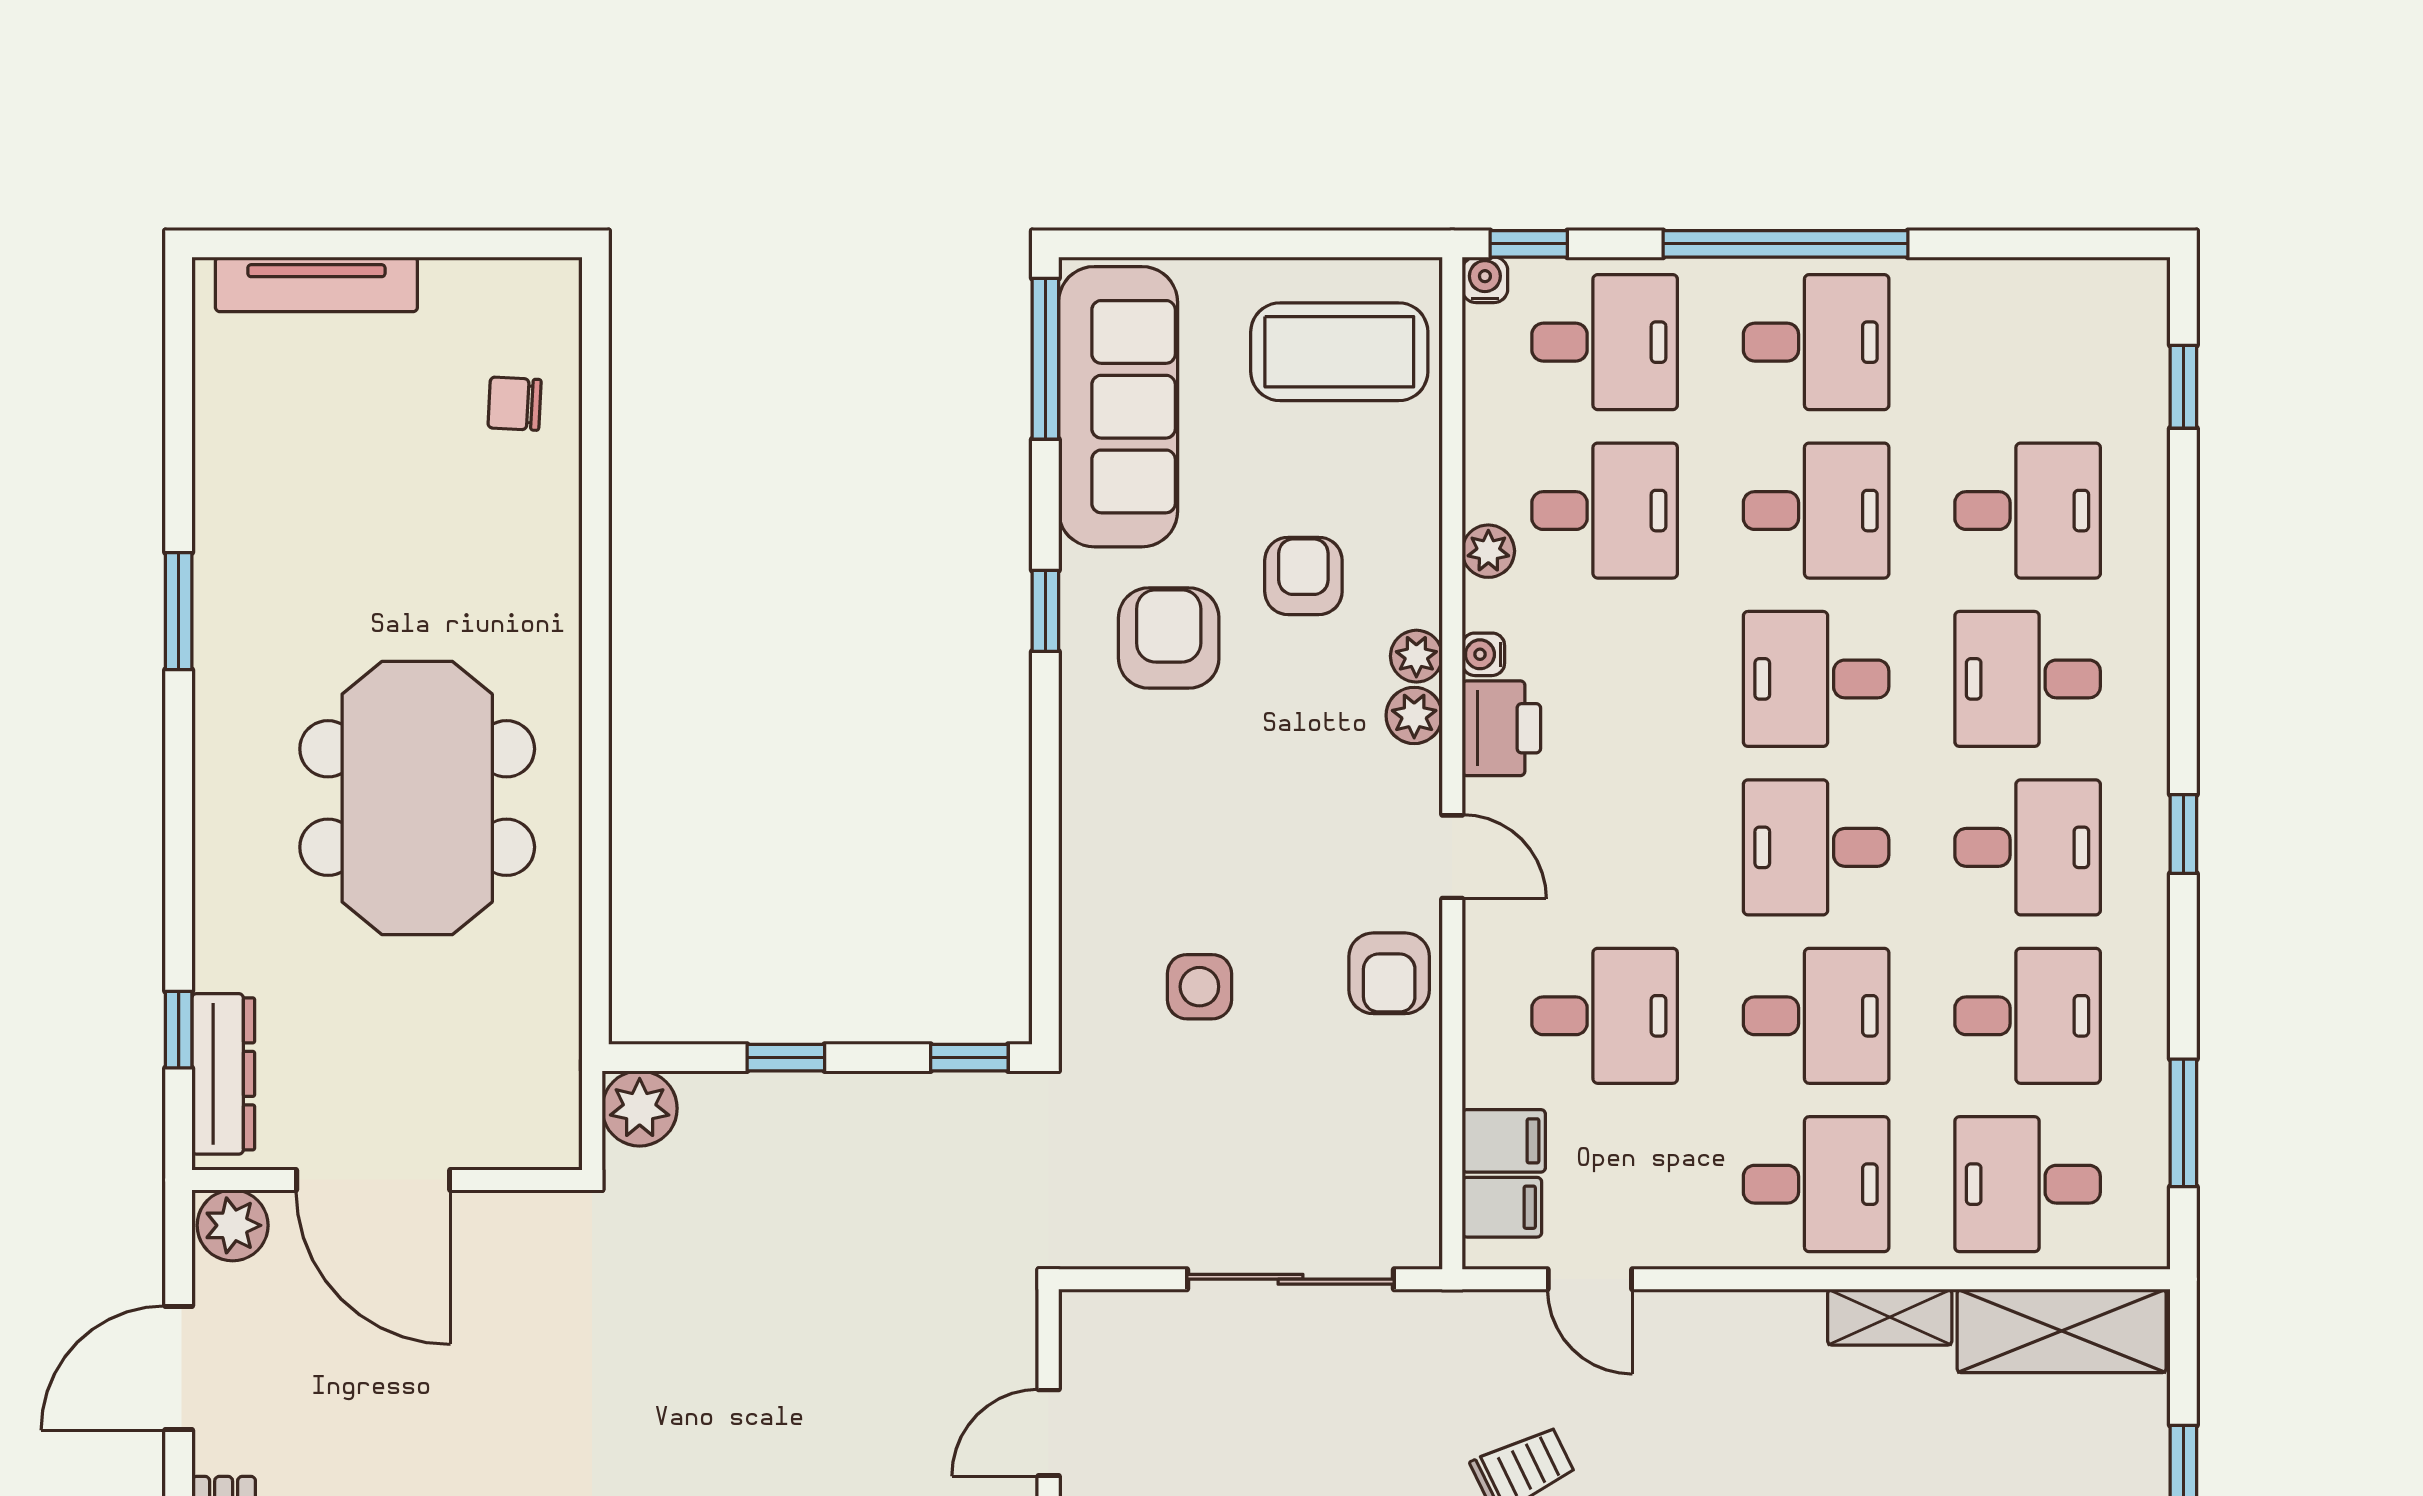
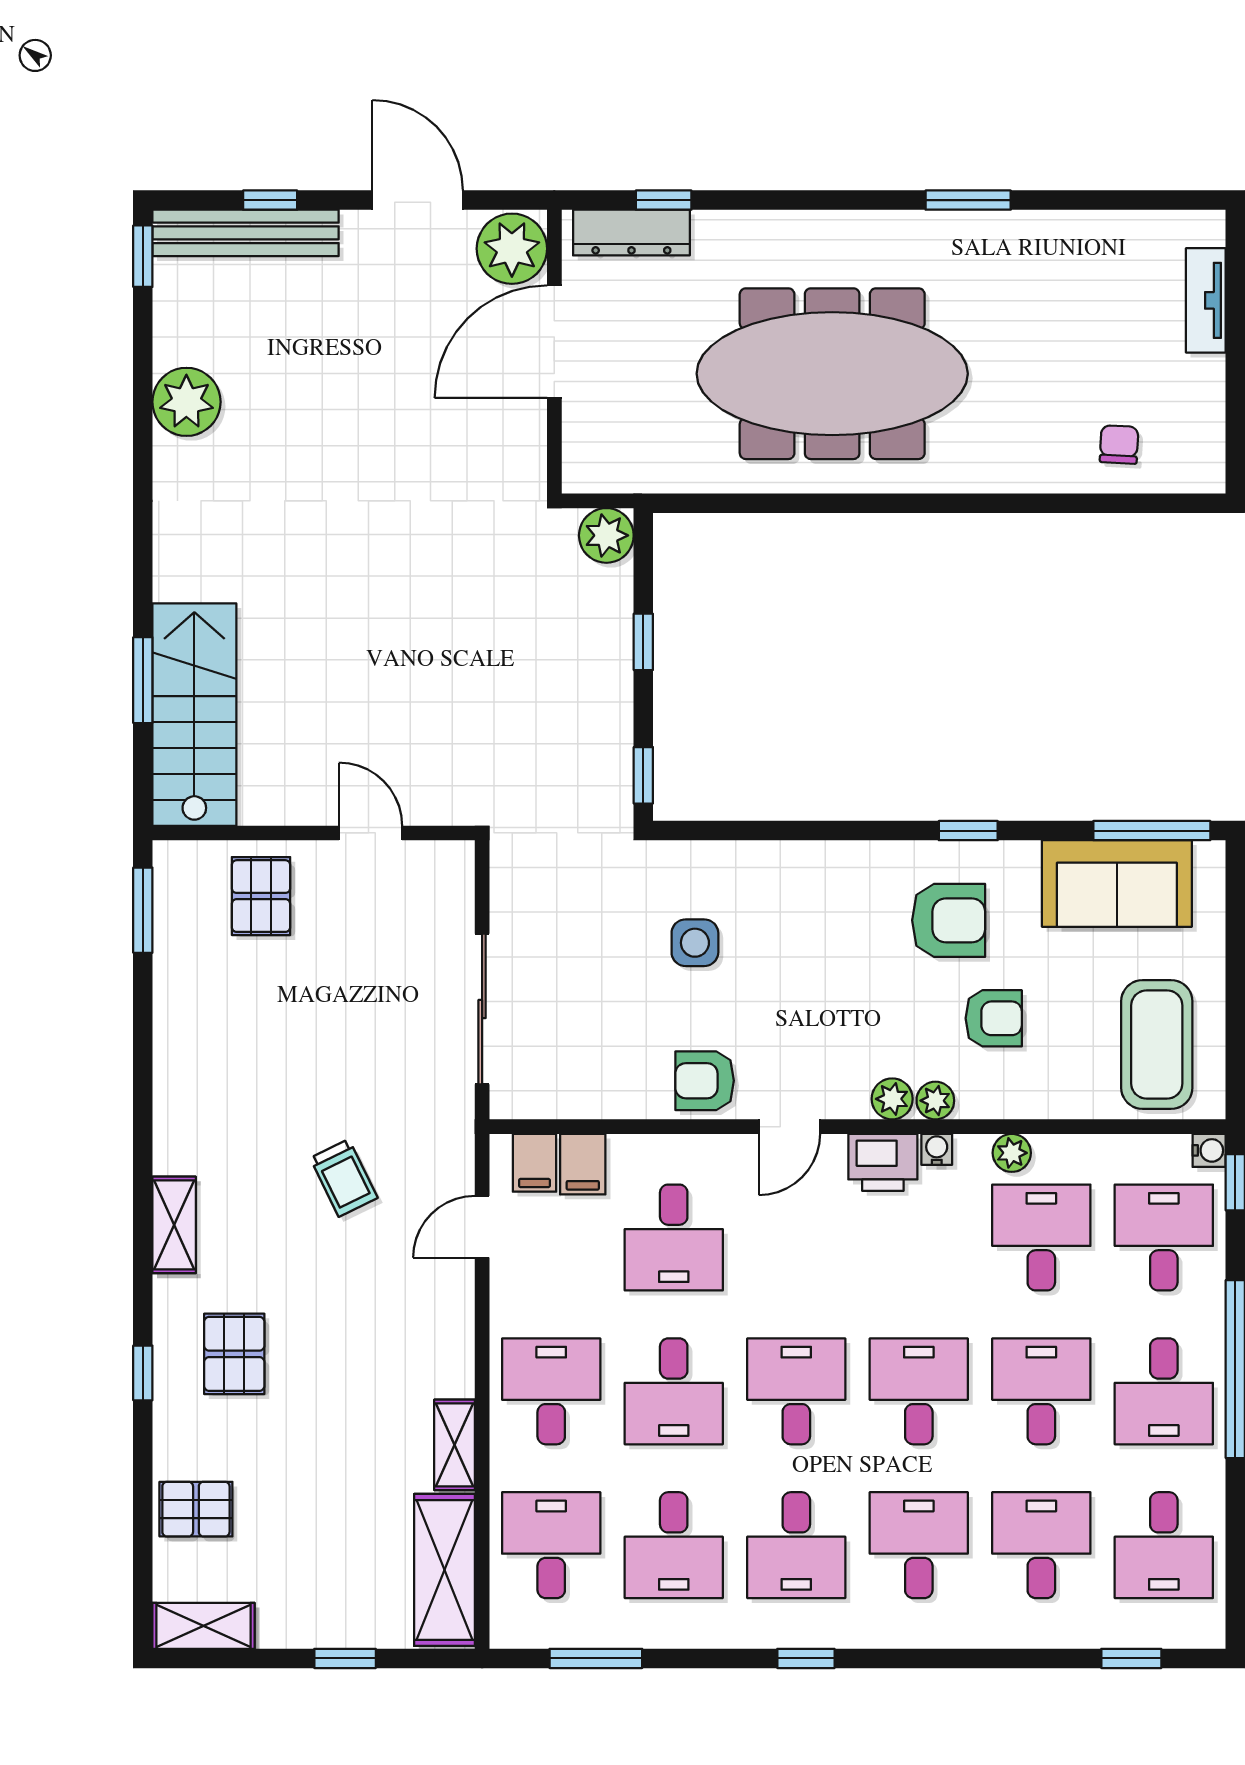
tv unit: (316, 284) -> (1206, 300), width x0.71
desk: (1605, 342) -> (1164, 1237), turned 180
desk: (2028, 342) -> (1164, 1545), added
sofa: (1118, 407) -> (1117, 884), width x0.73
desk: (1605, 511) -> (1041, 1237), turned 180
desk: (1816, 511) -> (1041, 1391), turned 180
desk: (2028, 511) -> (1041, 1545), turned 180
meeting table: (417, 798) -> (832, 374), width x1.36
desk: (1816, 1184) -> (551, 1391), turned 180
plant: (233, 1225) -> (512, 249), width x1.36, depth x1.36

